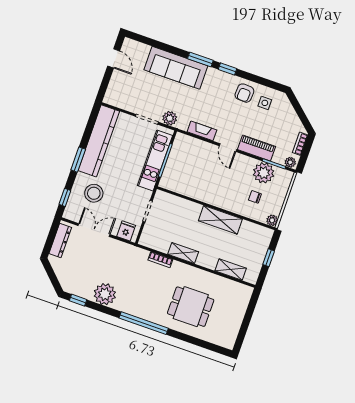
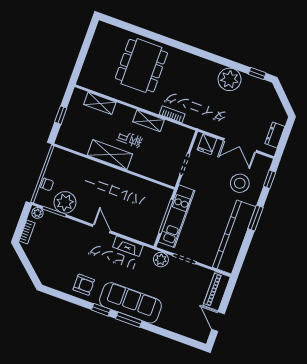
sofa: (176, 68) -> (130, 303), moved
armchair: (244, 93) -> (84, 285), turned 87
side table: (265, 103) -> (63, 274), removed
piano: (257, 148) -> (217, 291), moved, turned 90
chair: (255, 197) -> (47, 184), moved
plant: (272, 220) -> (57, 153), removed
dresser: (60, 241) -> (275, 135), width x0.70
dining table: (191, 307) -> (141, 66), width x1.38
window: (144, 323) -> (190, 49), removed

